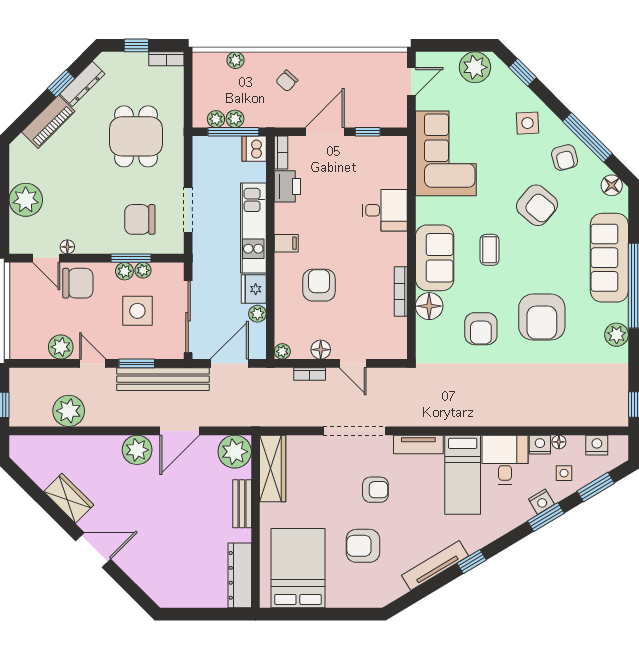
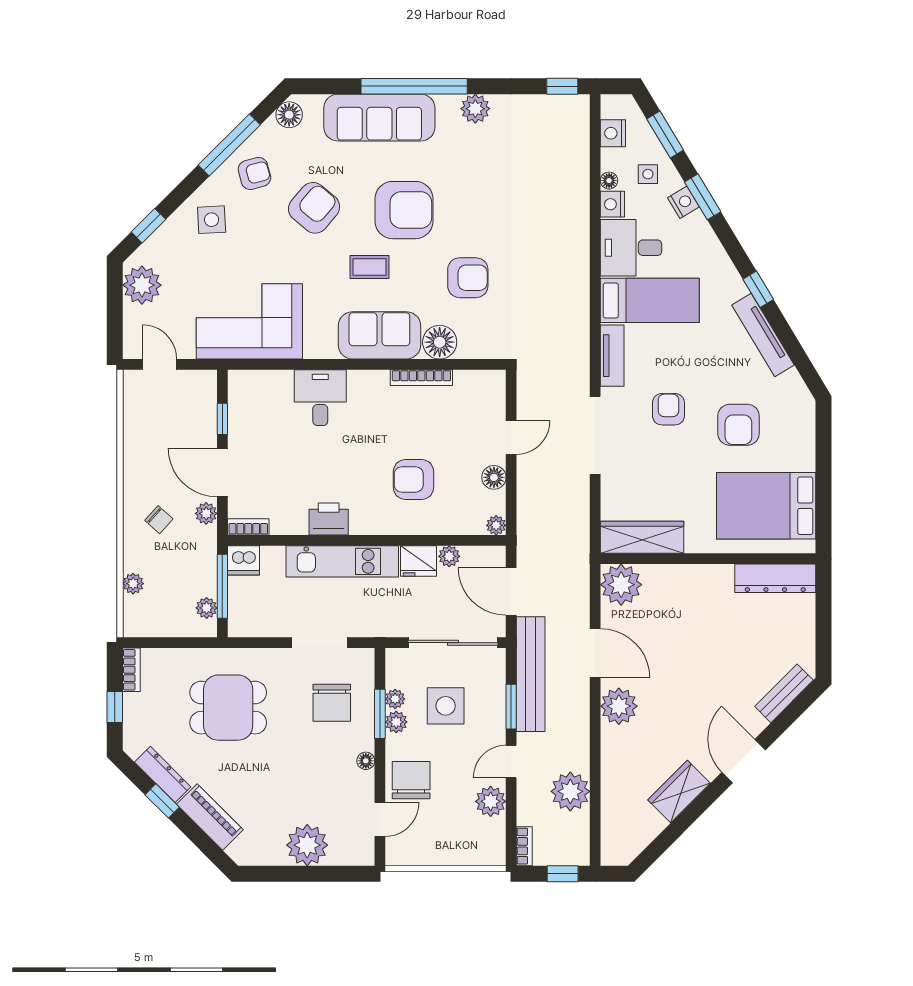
plant: (235, 119) -> (206, 513), moved
printer: (287, 186) -> (329, 519), moved
filing cabinet: (286, 243) -> (361, 520), removed
floor lamp: (67, 247) -> (366, 761), moved
armchair: (542, 317) -> (404, 210), moved
bookcase: (310, 374) -> (524, 846), moved
bench: (242, 504) -> (784, 693), moved, turned -45

